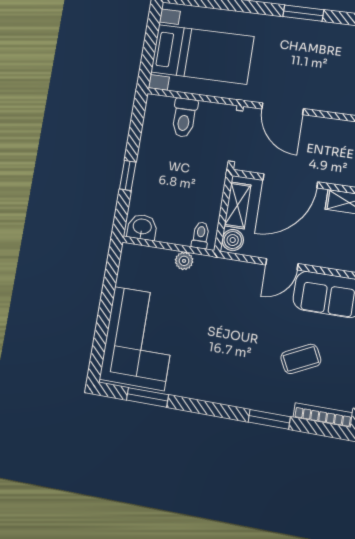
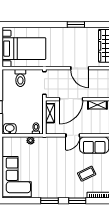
window: (303, 13) -> (76, 24), moved
door: (283, 109) -> (80, 68), moved
boiler: (233, 240) -> (50, 128), removed
window: (147, 397) -> (50, 201), moved

